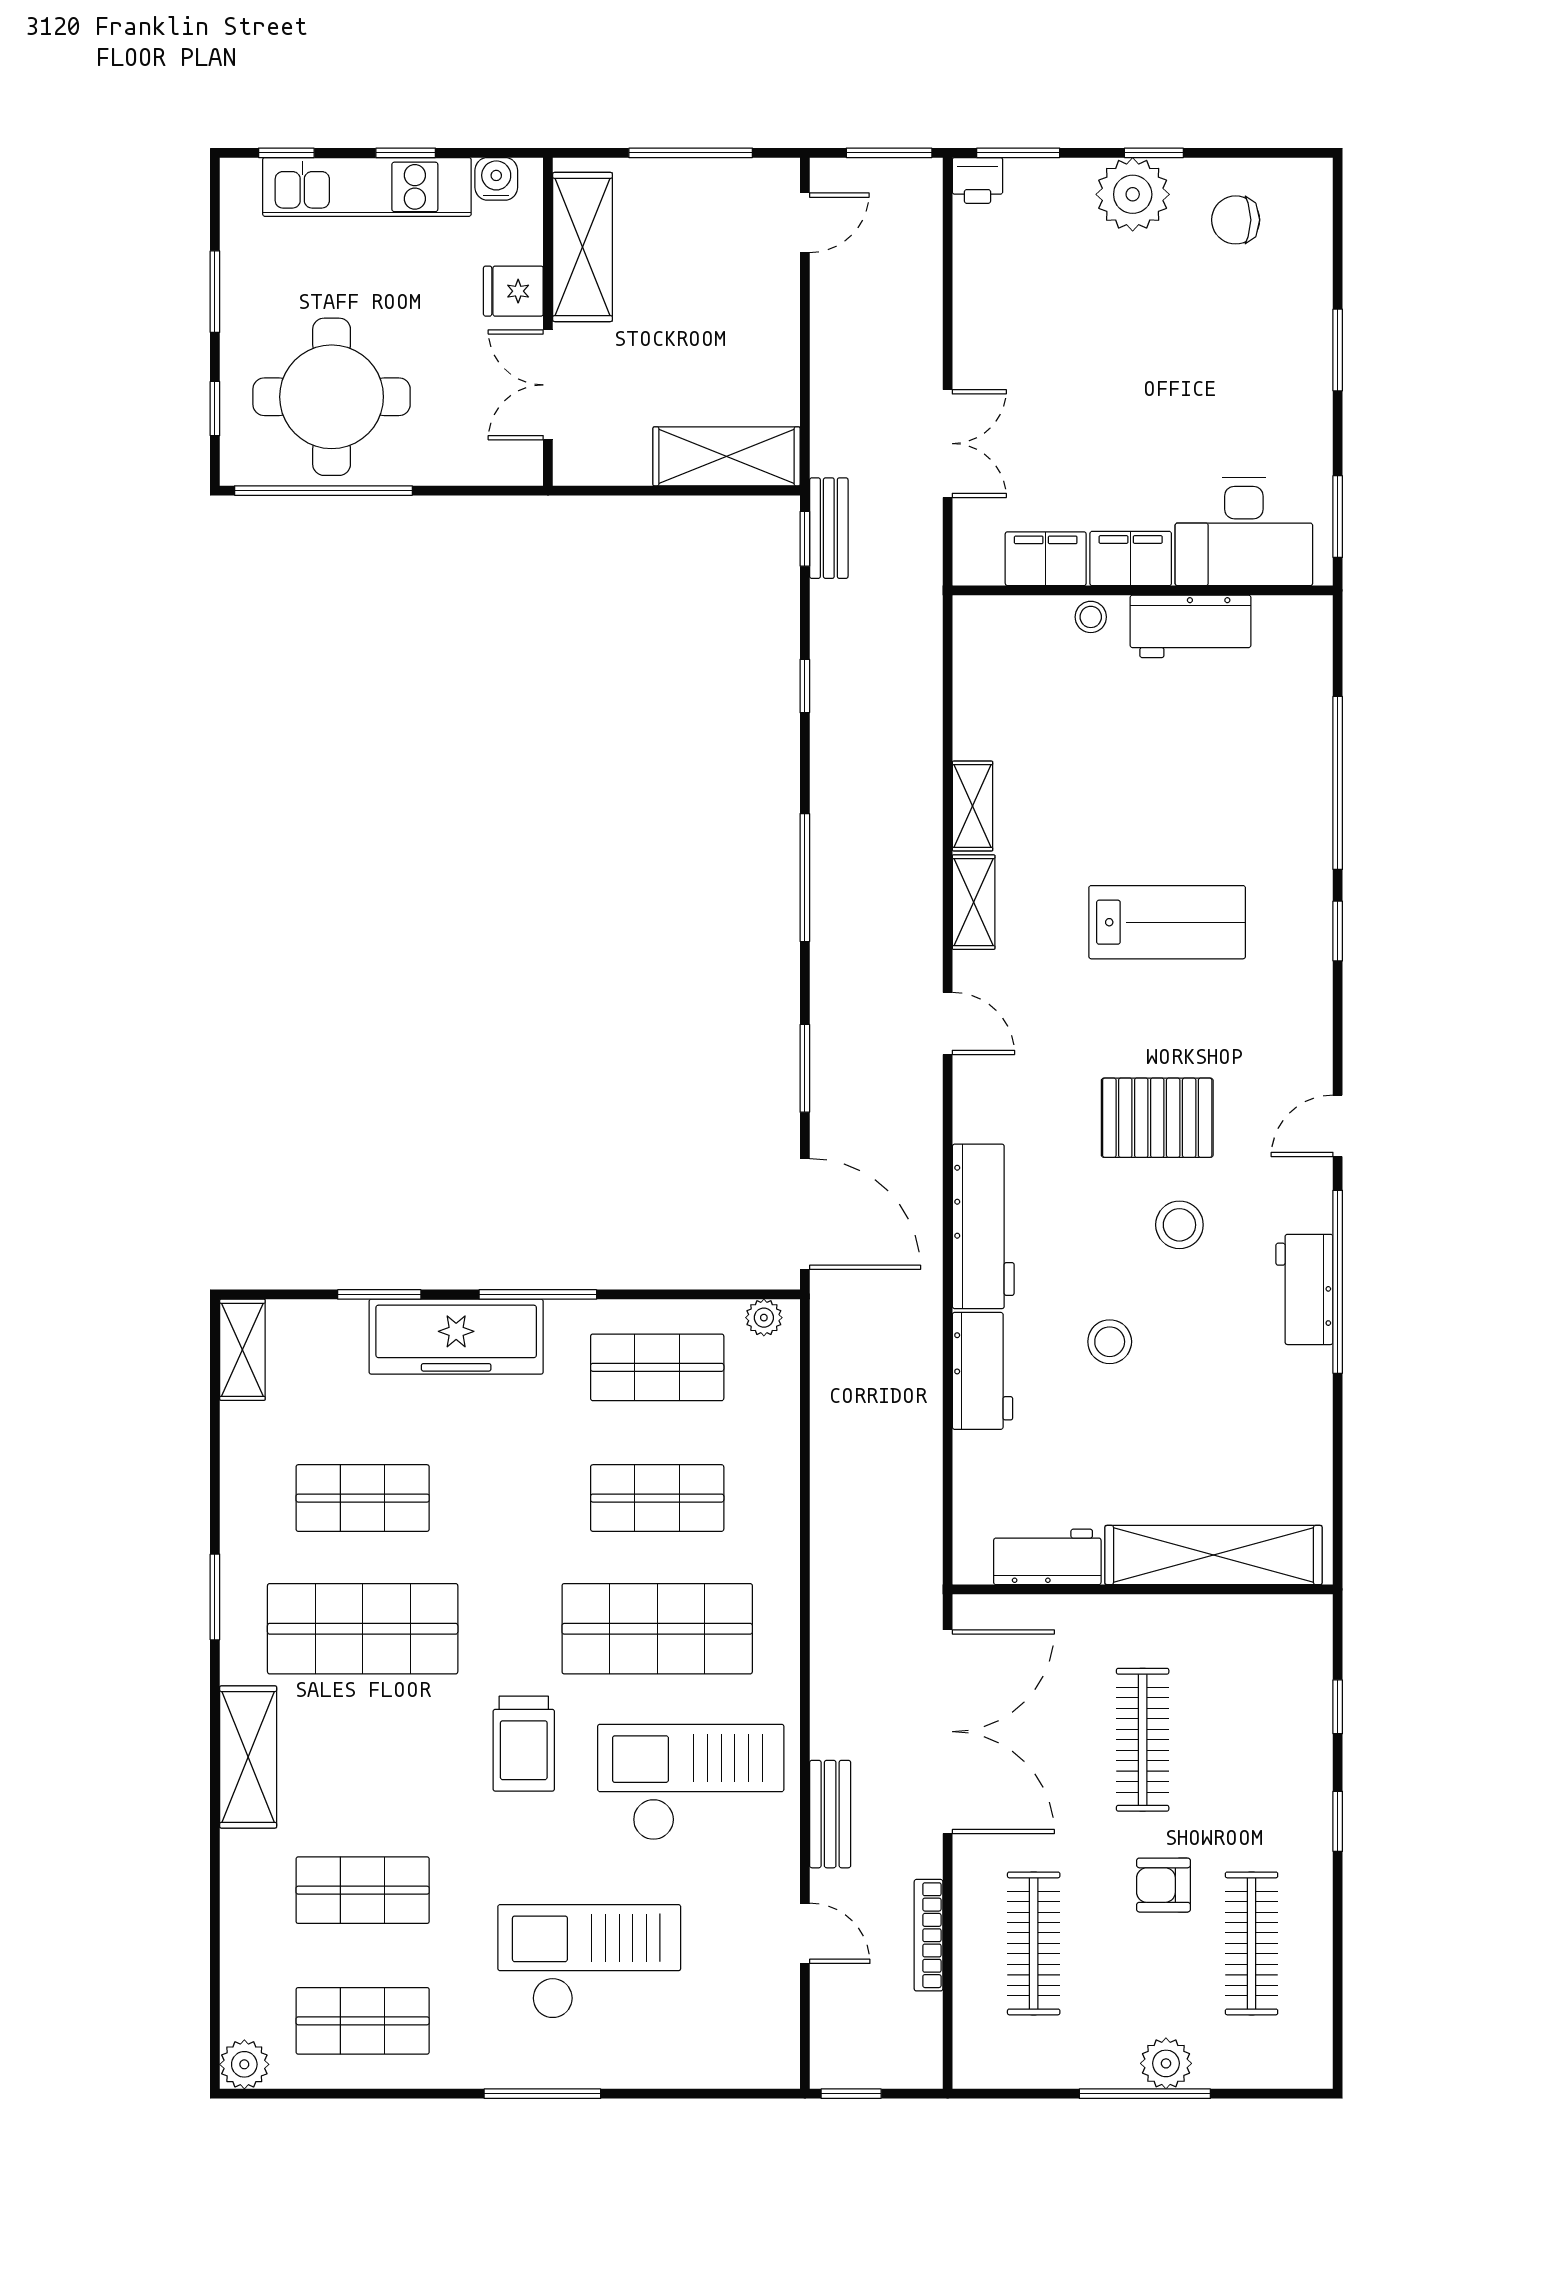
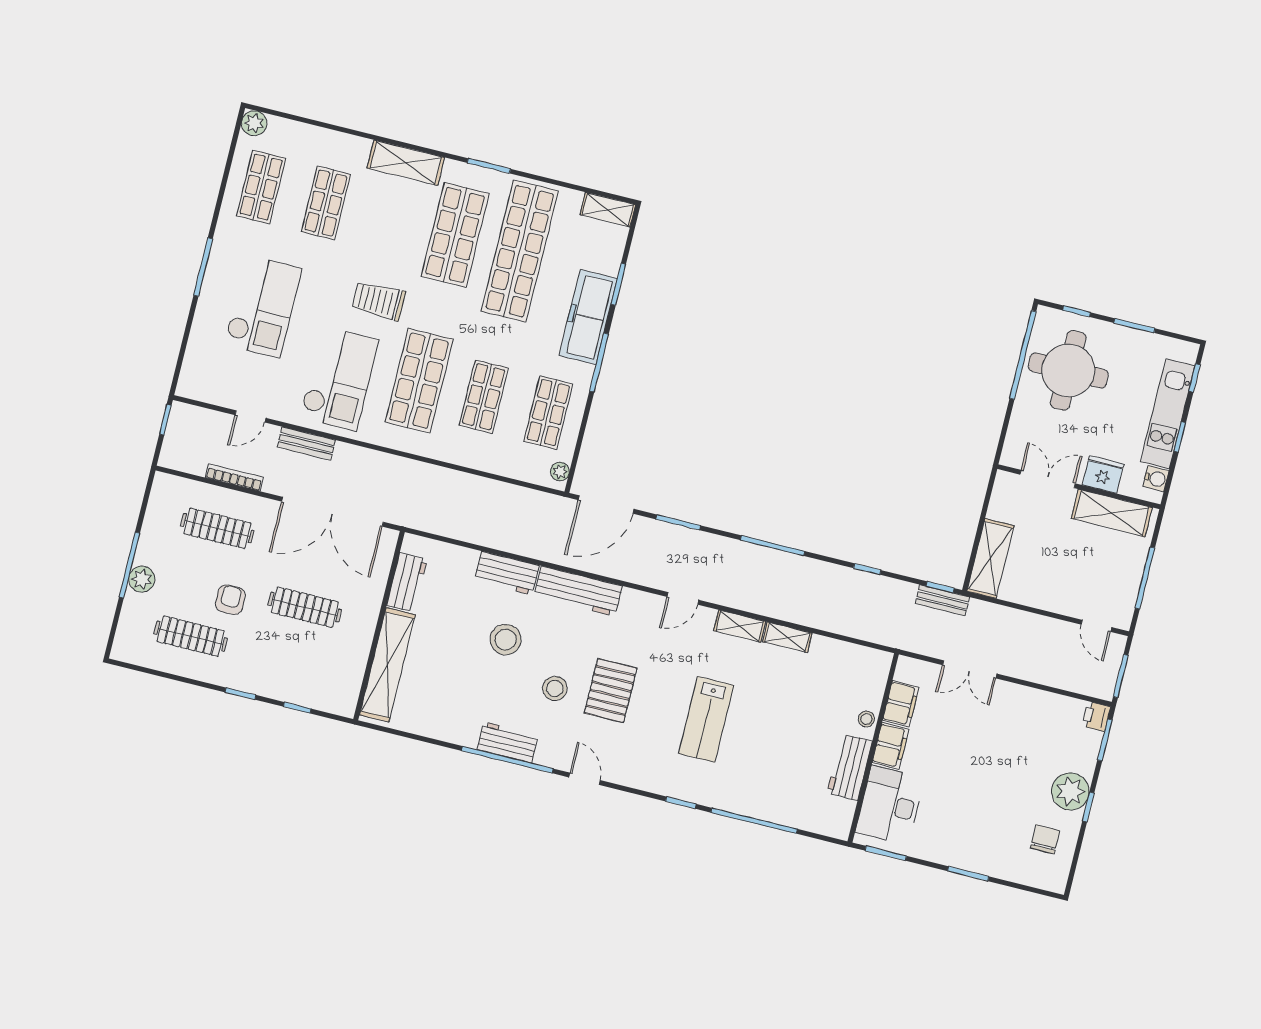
fridge: (513, 291) -> (1103, 474), width x1.38
stool: (1110, 1342) -> (506, 640), width x1.38, depth x1.38
shop shelf: (363, 1498) -> (520, 251), width x2.00, depth x1.36

